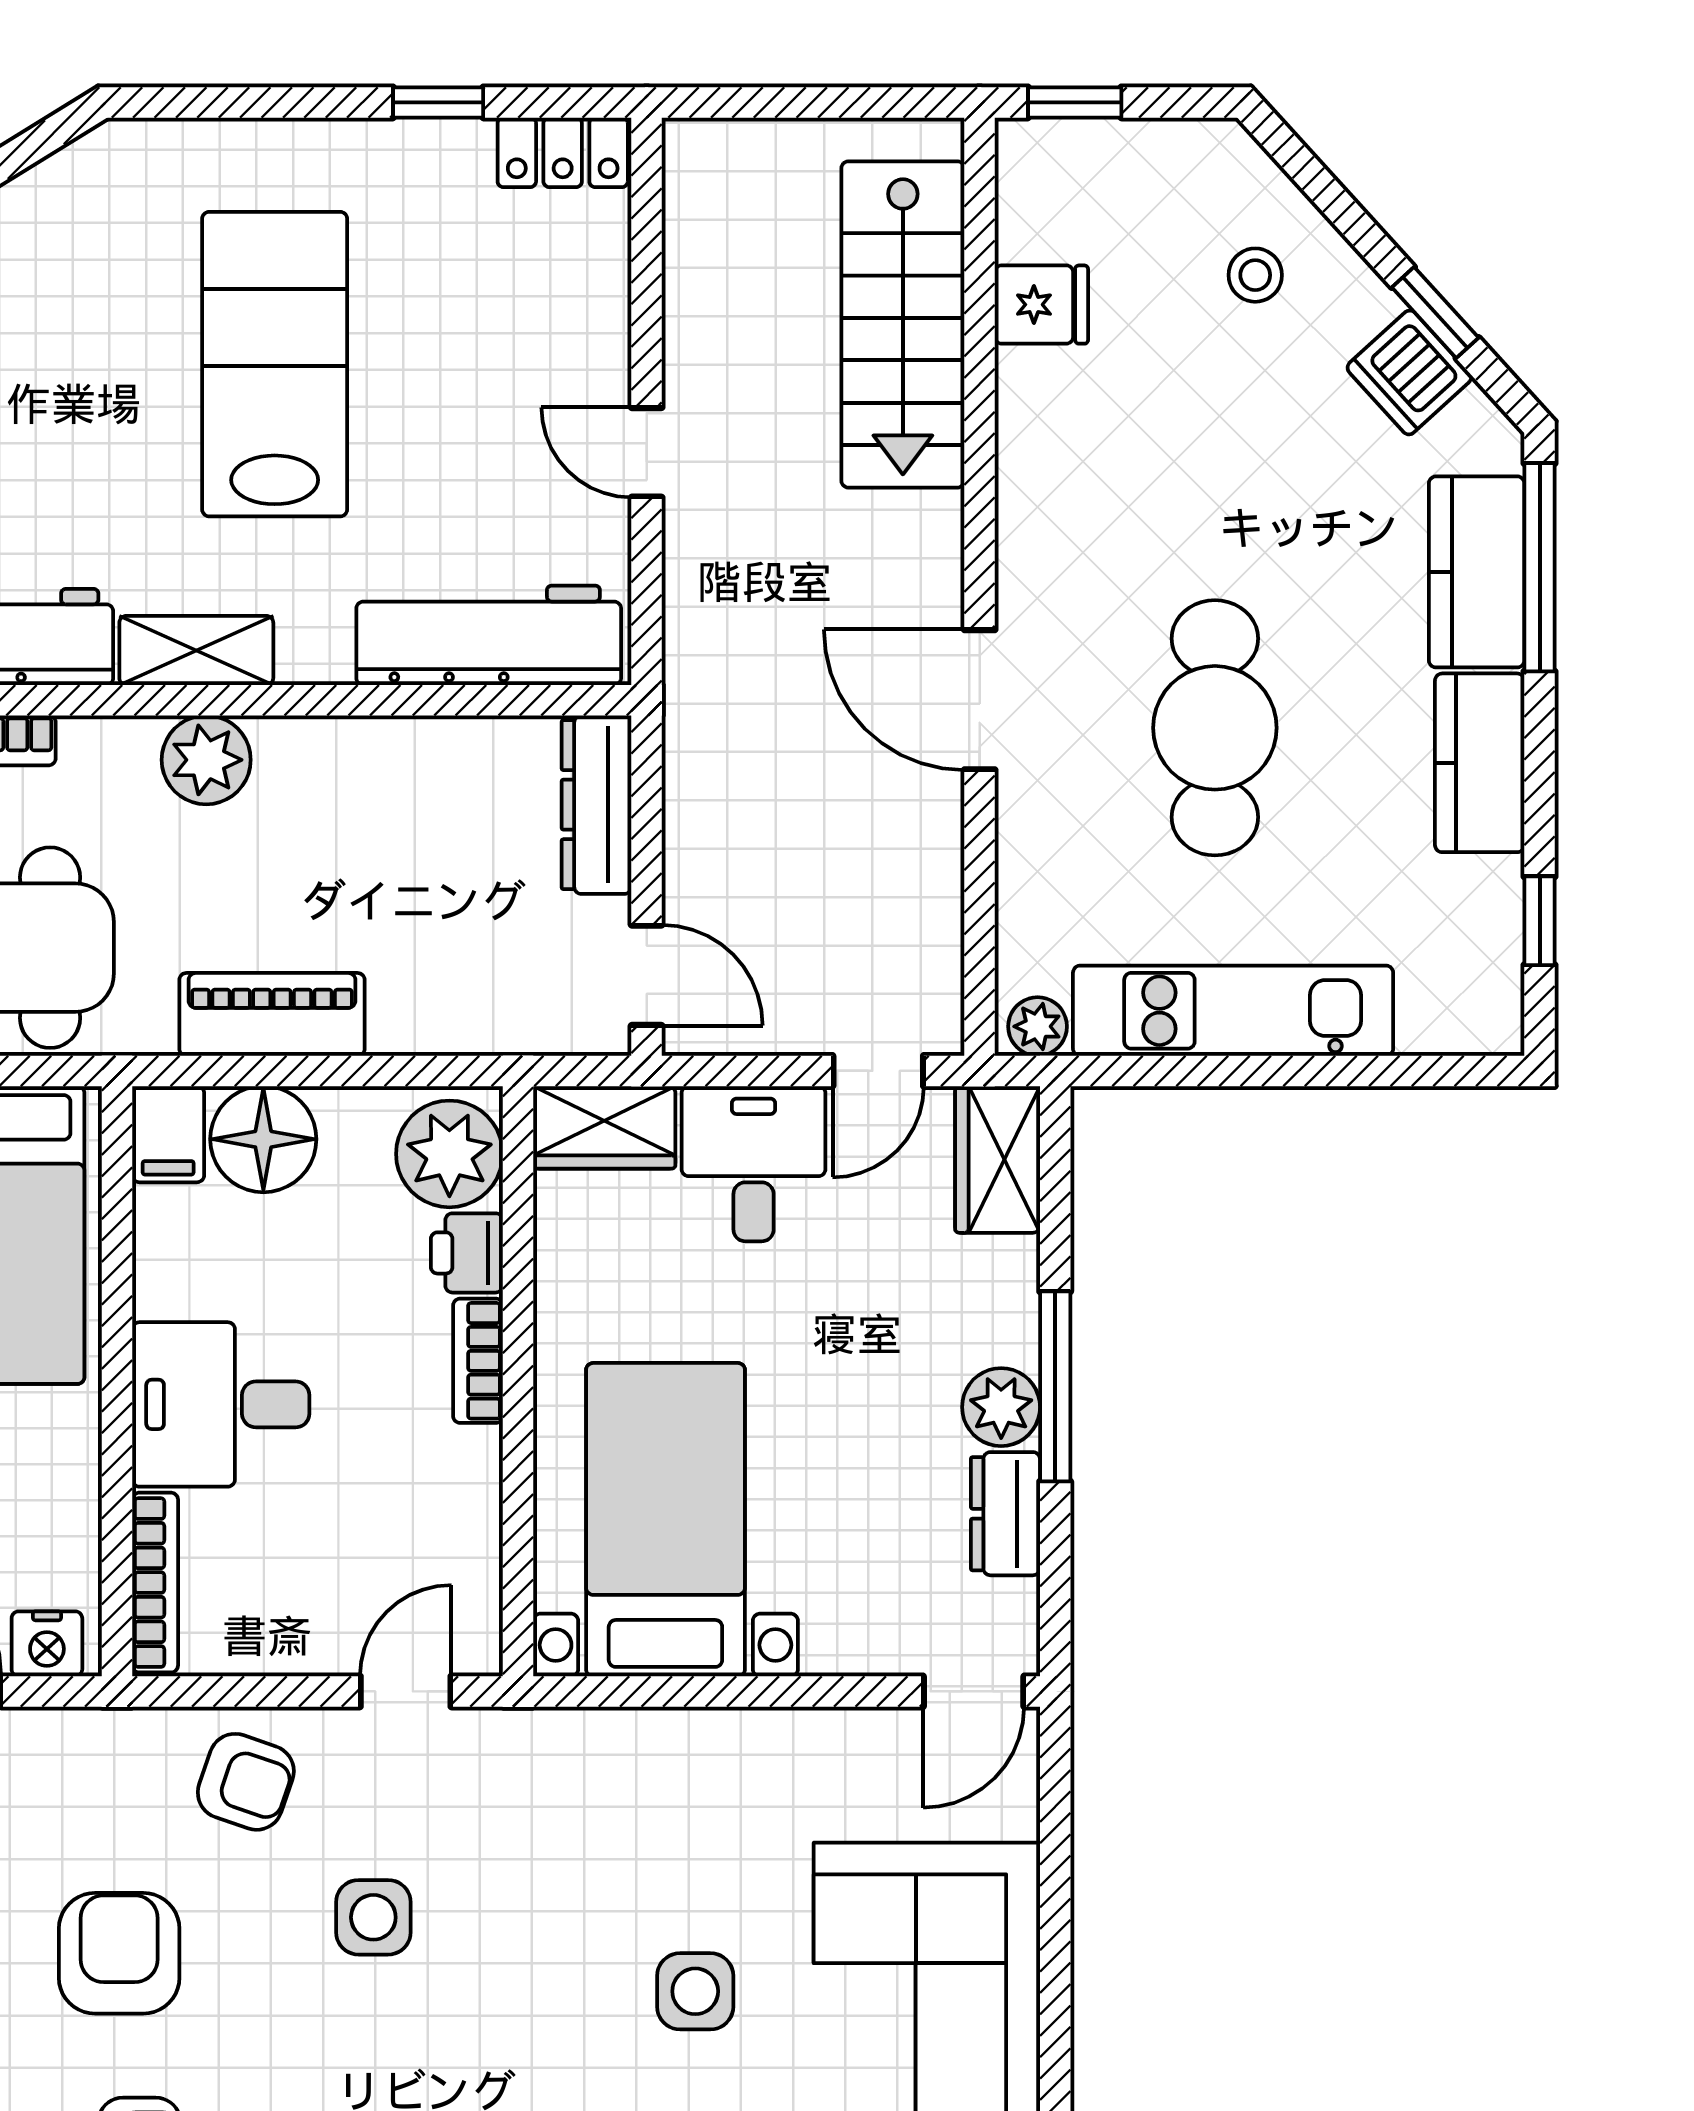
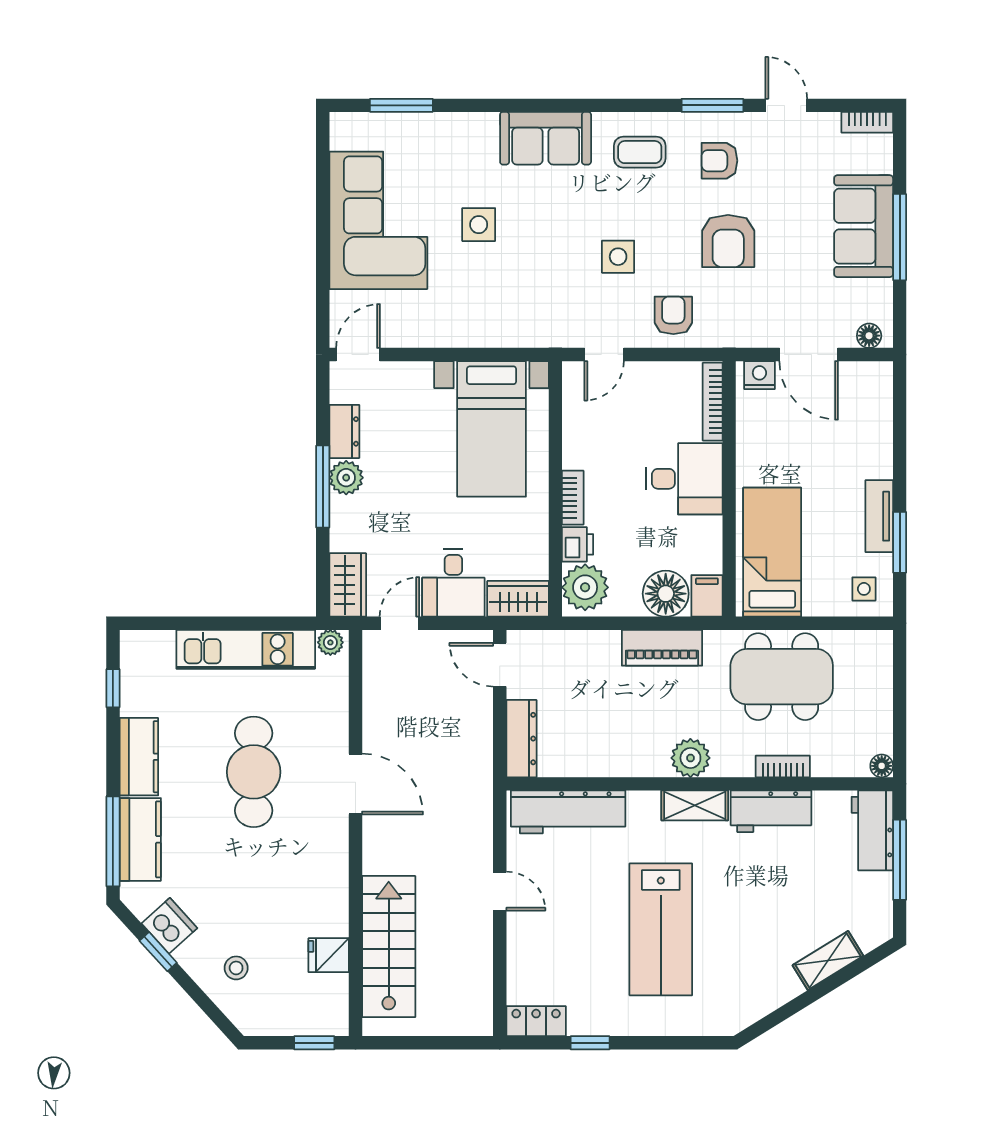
armchair: (246, 1782) -> (673, 315), turned 71

